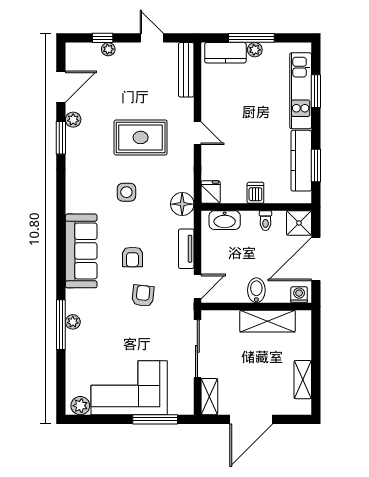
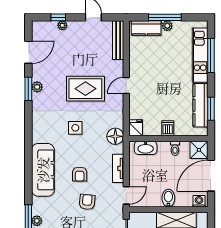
window: (316, 91) -> (211, 55), width x1.44
plant: (73, 120) -> (37, 87), moved
door: (197, 133) -> (126, 86), swing flipped

